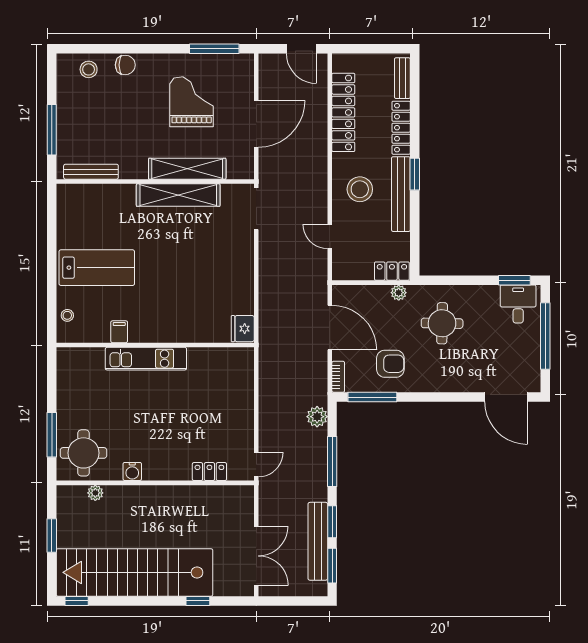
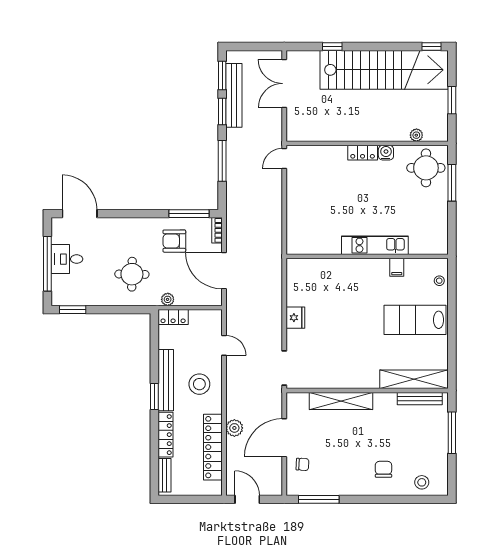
chair: (125, 65) -> (383, 469), moved, turned 90
chair: (234, 91) -> (302, 464), added
grand piano: (192, 102) -> (337, 456), removed
shelving: (178, 195) -> (414, 379), moved
desk: (518, 304) -> (67, 259), moved, turned 90
fridge: (243, 329) -> (295, 318), moved
plant: (317, 417) -> (234, 428), moved
locker: (209, 472) -> (363, 153), moved

